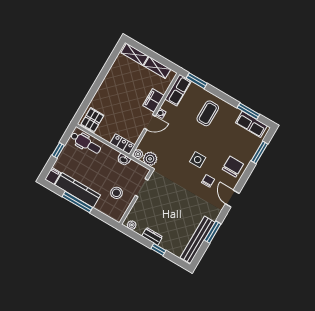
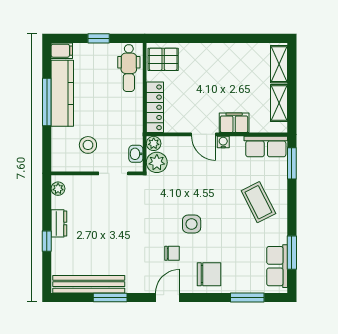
coffee table: (208, 113) -> (258, 202), turned 63
locker: (122, 144) -> (155, 107), width x1.53
washbasin: (124, 160) -> (136, 154), moved

